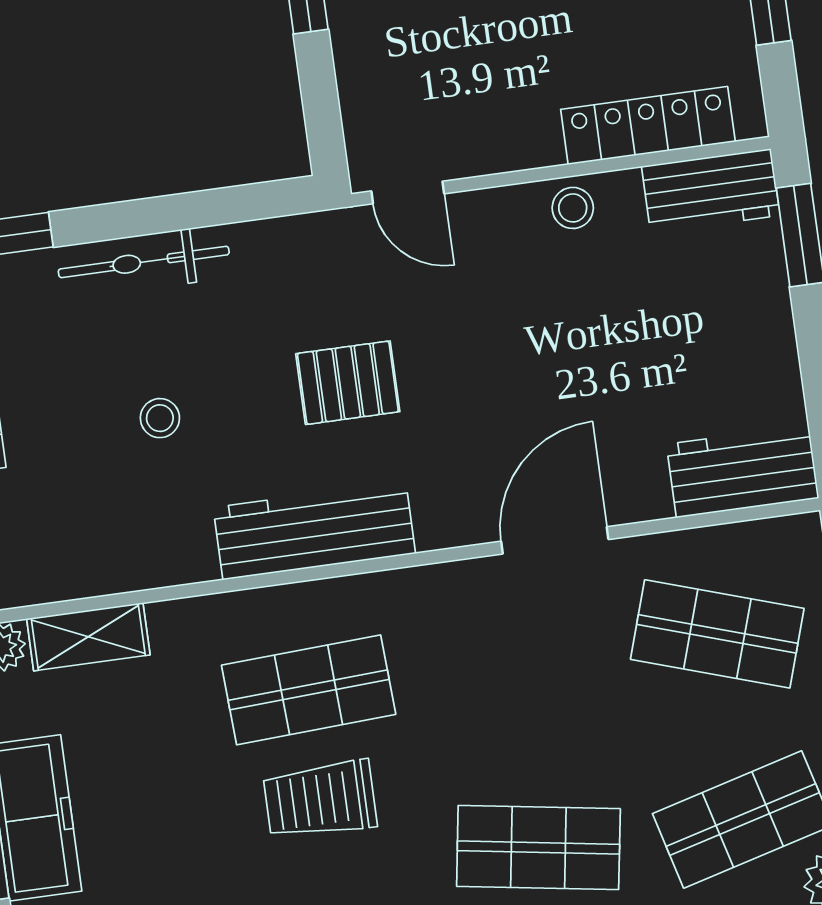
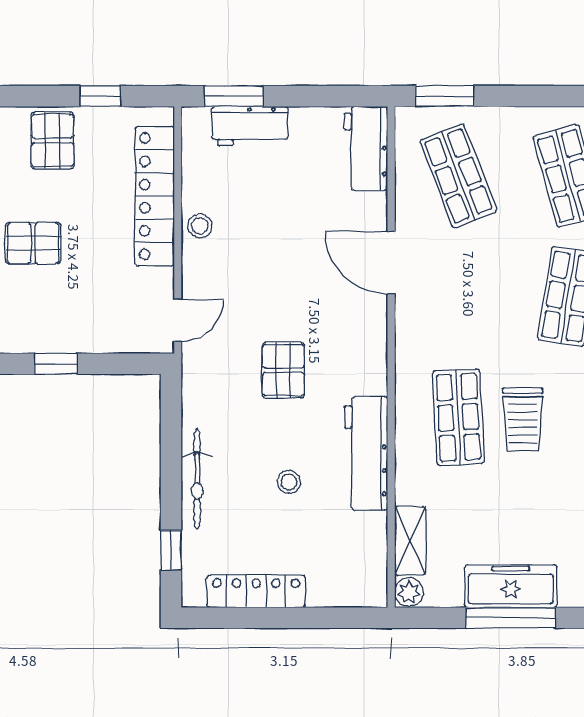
locker: (648, 126) -> (155, 196), width x1.41, depth x1.21
workbench: (711, 191) -> (250, 126), moved, turned 90
workbench: (314, 531) -> (366, 453), moved
shop shelf: (717, 634) -> (458, 176), turned -39

